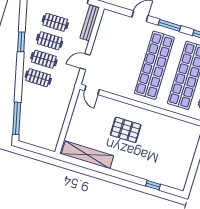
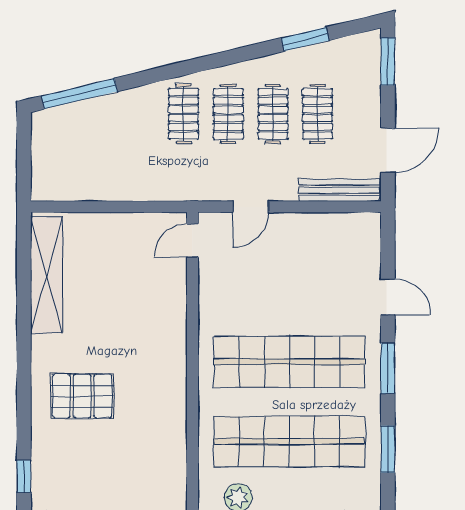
window: (21, 42) -> (305, 39), moved
door: (85, 62) -> (251, 207), swing flipped
pallet: (126, 130) -> (82, 396), moved, turned 90
window: (153, 185) -> (24, 476), moved

